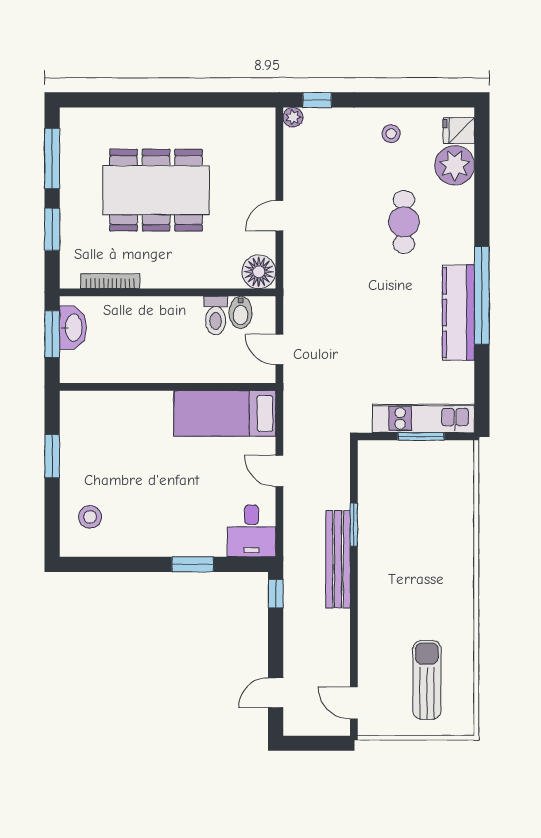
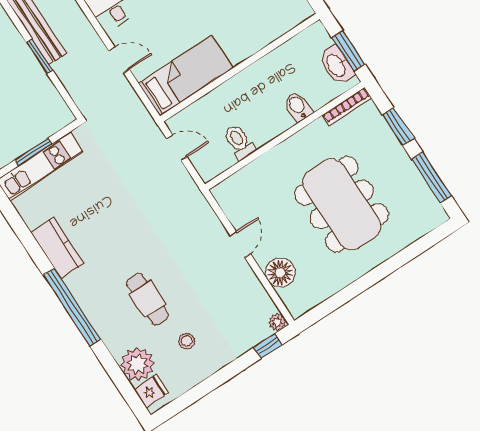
stool: (391, 134) -> (187, 341), moved
dining table: (156, 190) -> (342, 204), turned 90
floor lamp: (259, 272) -> (280, 273), moved
bookcase: (110, 281) -> (347, 107), moved
window: (482, 295) -> (72, 307), moved
bidet: (241, 312) -> (298, 107), moved
kitchen counter: (458, 313) -> (57, 248), width x0.67

